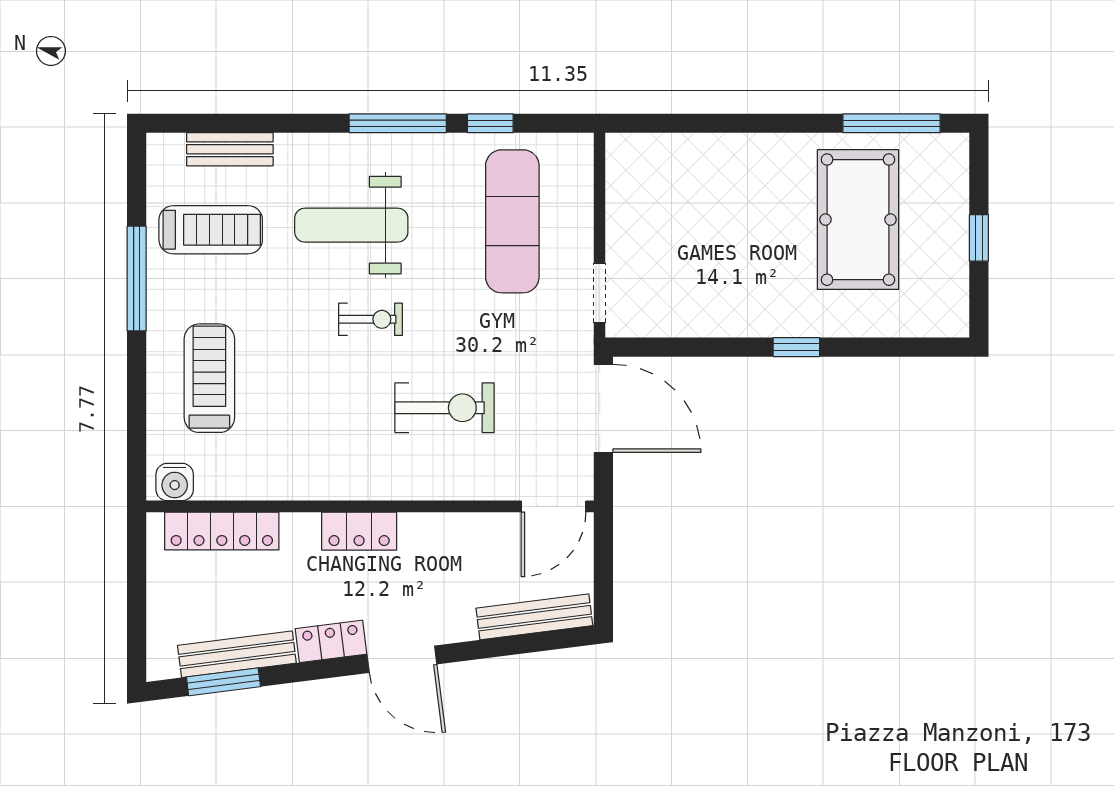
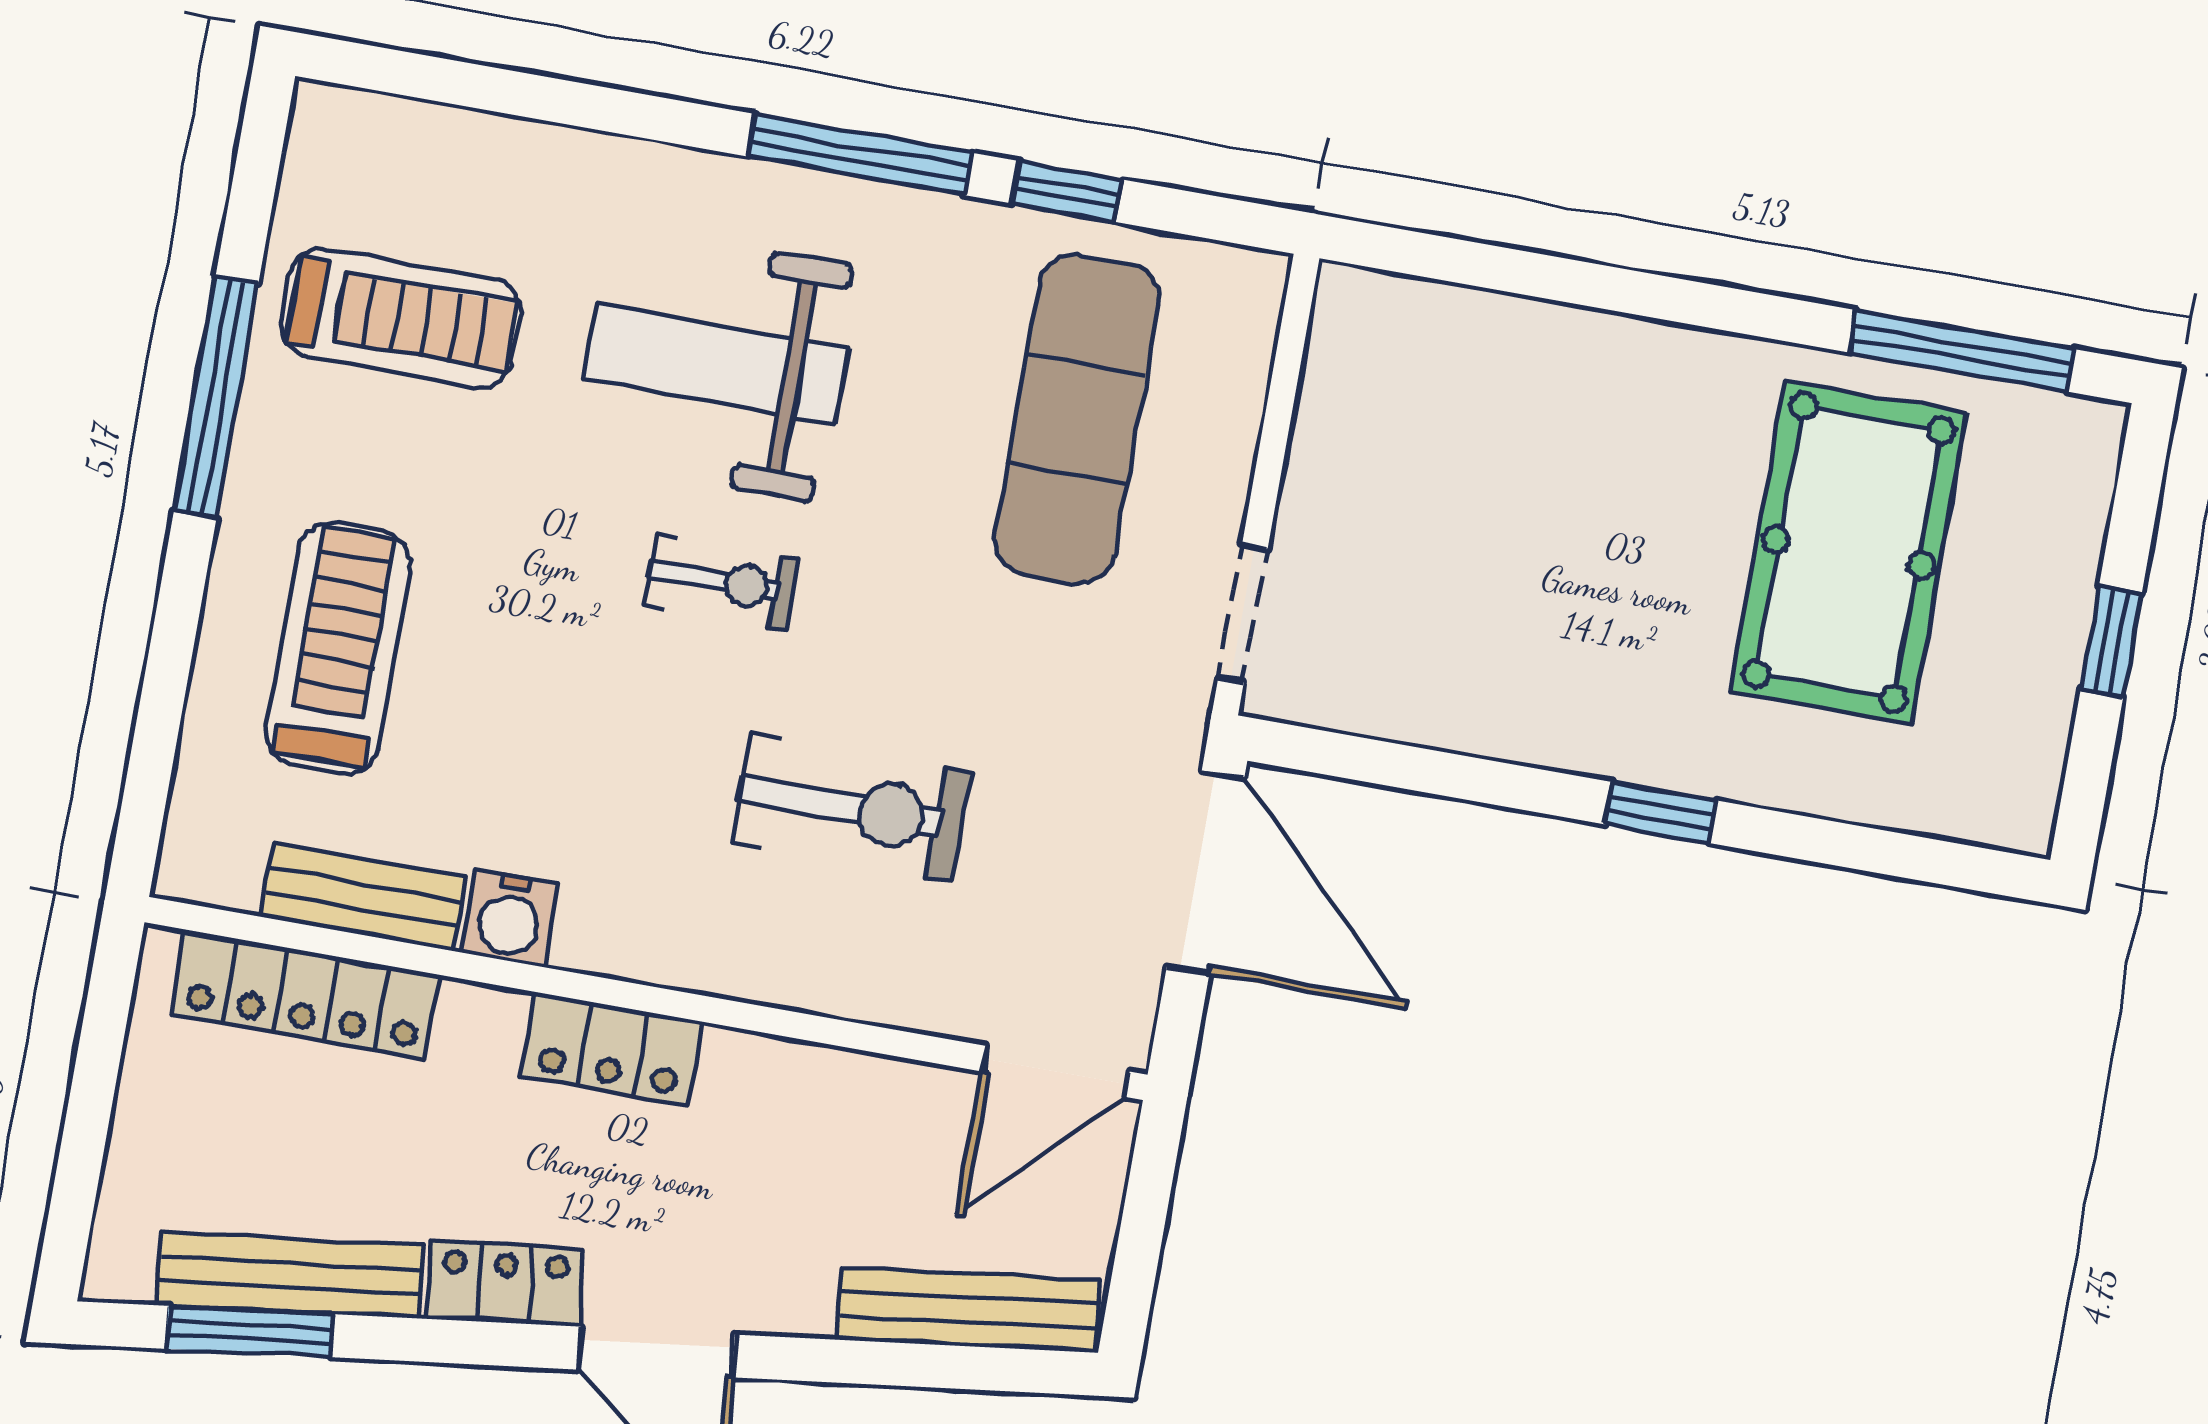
bench: (230, 149) -> (364, 897), moved
water cooler: (175, 482) -> (510, 918), moved

